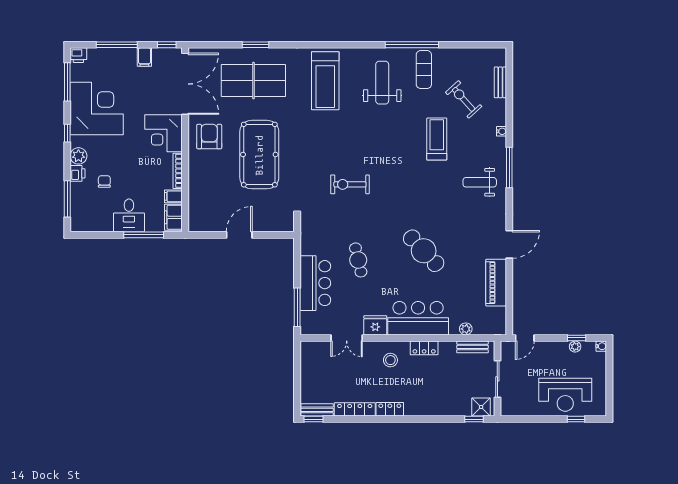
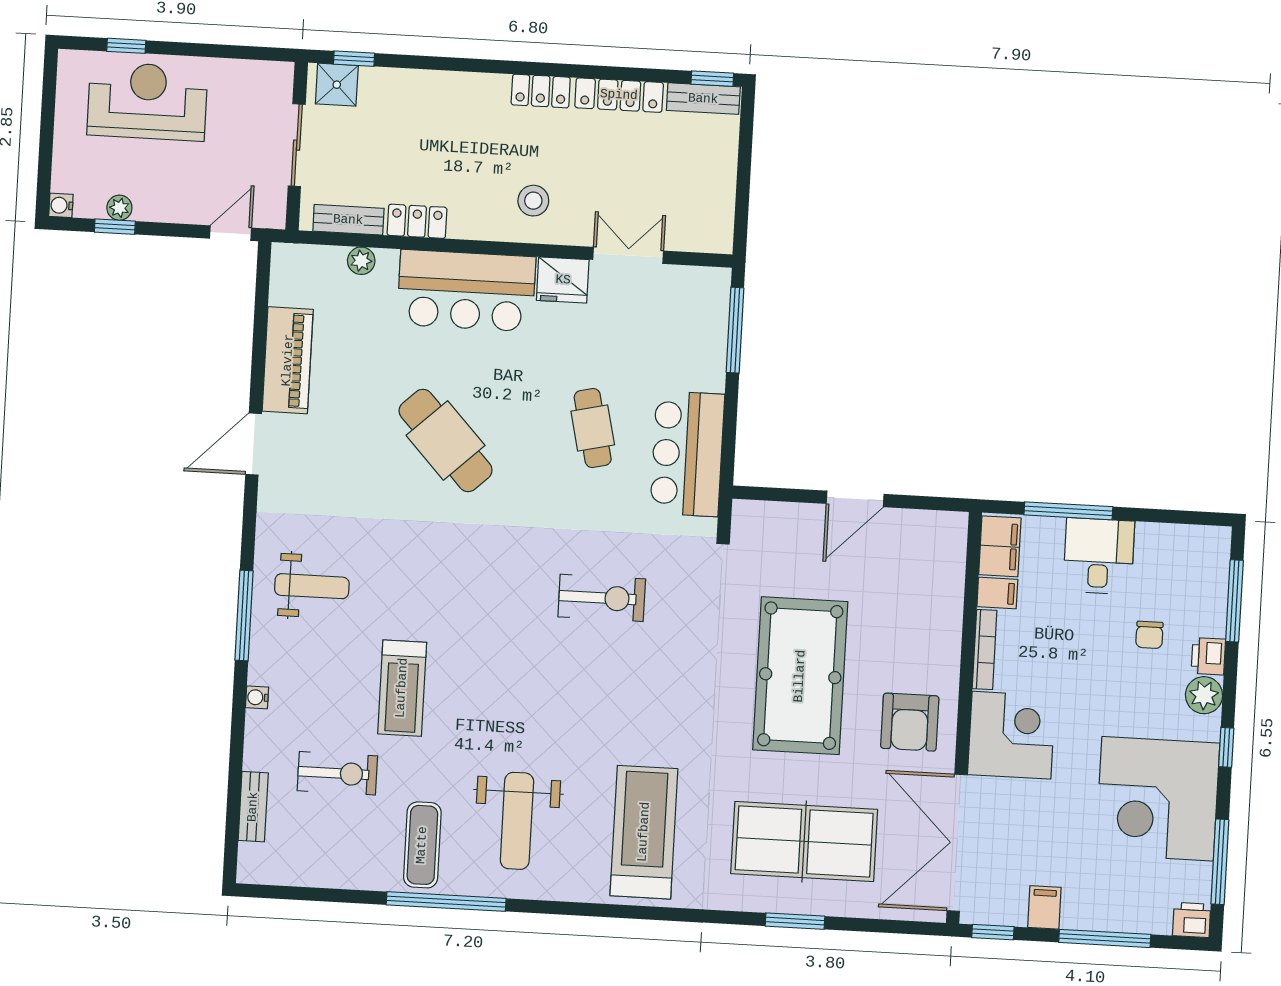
exercise bike: (464, 99) -> (337, 773), turned -48
bar counter: (315, 283) -> (687, 454), moved
locker: (424, 348) -> (417, 221), moved

